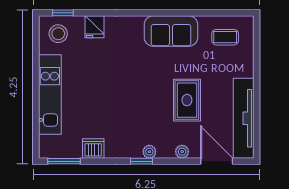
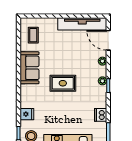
rug: (187, 100) -> (63, 83), moved
door: (217, 161) -> (108, 40), hinge flipped

